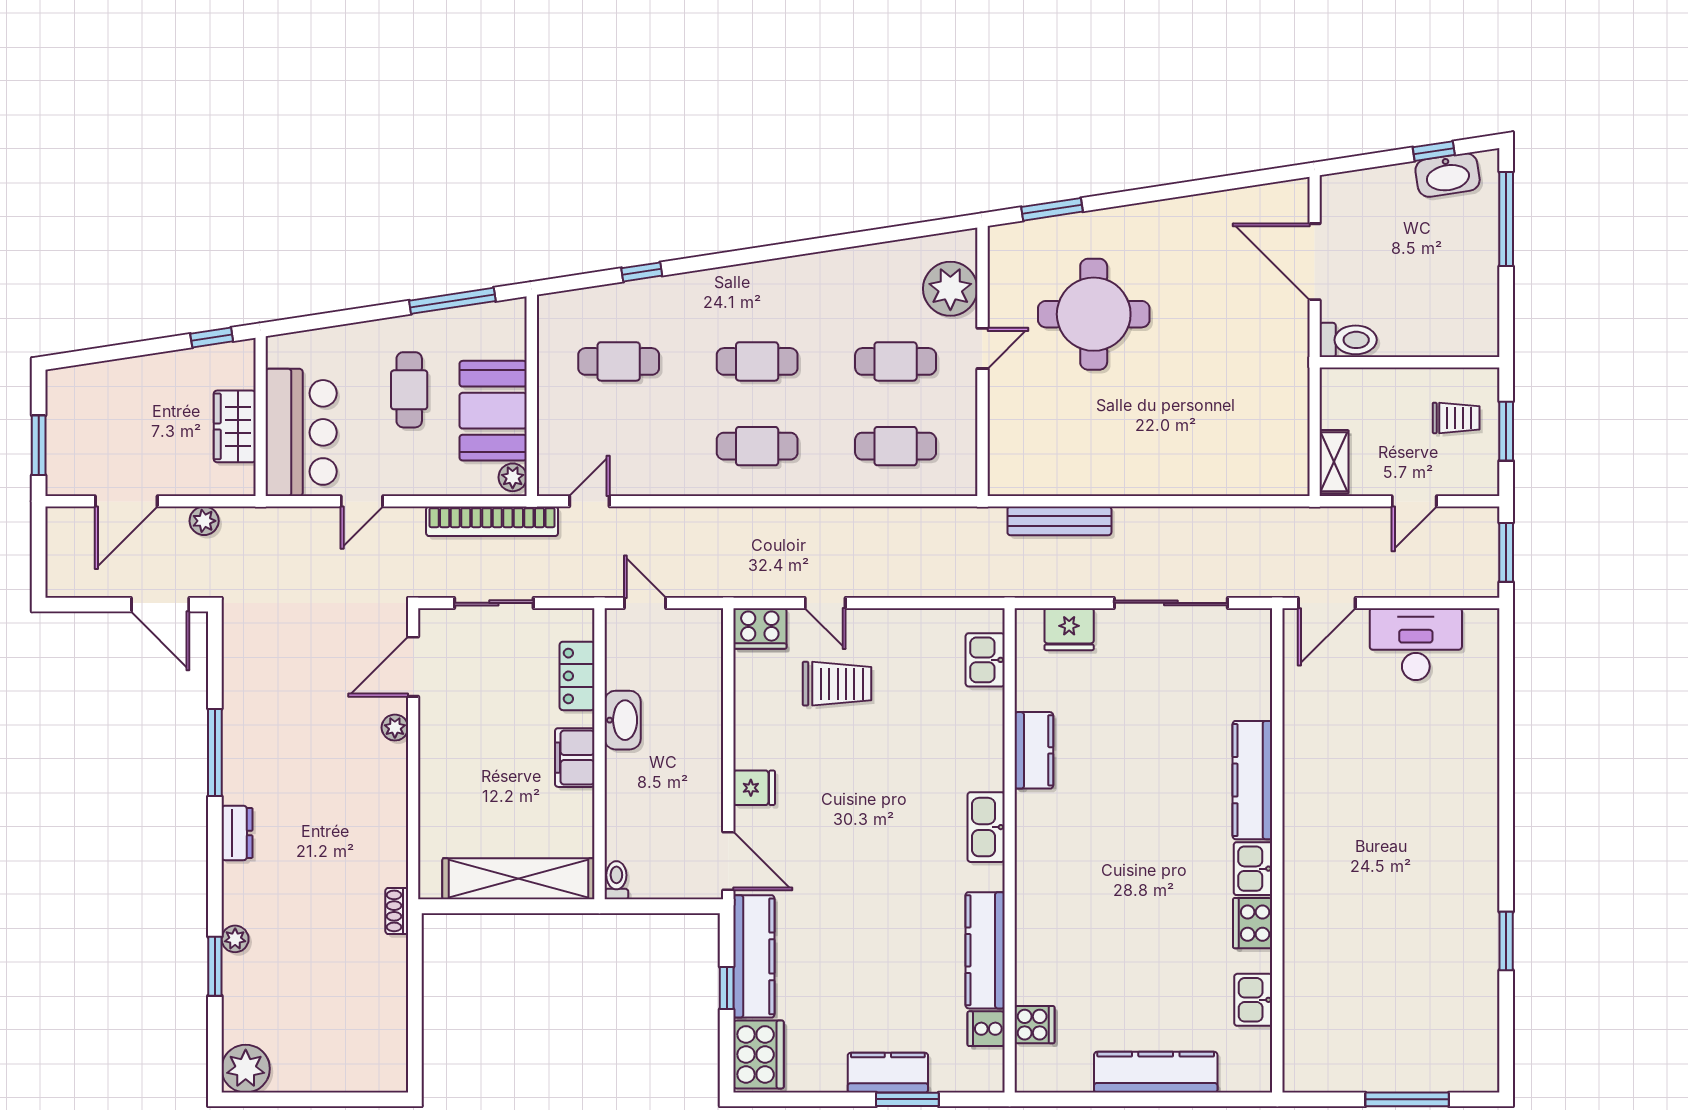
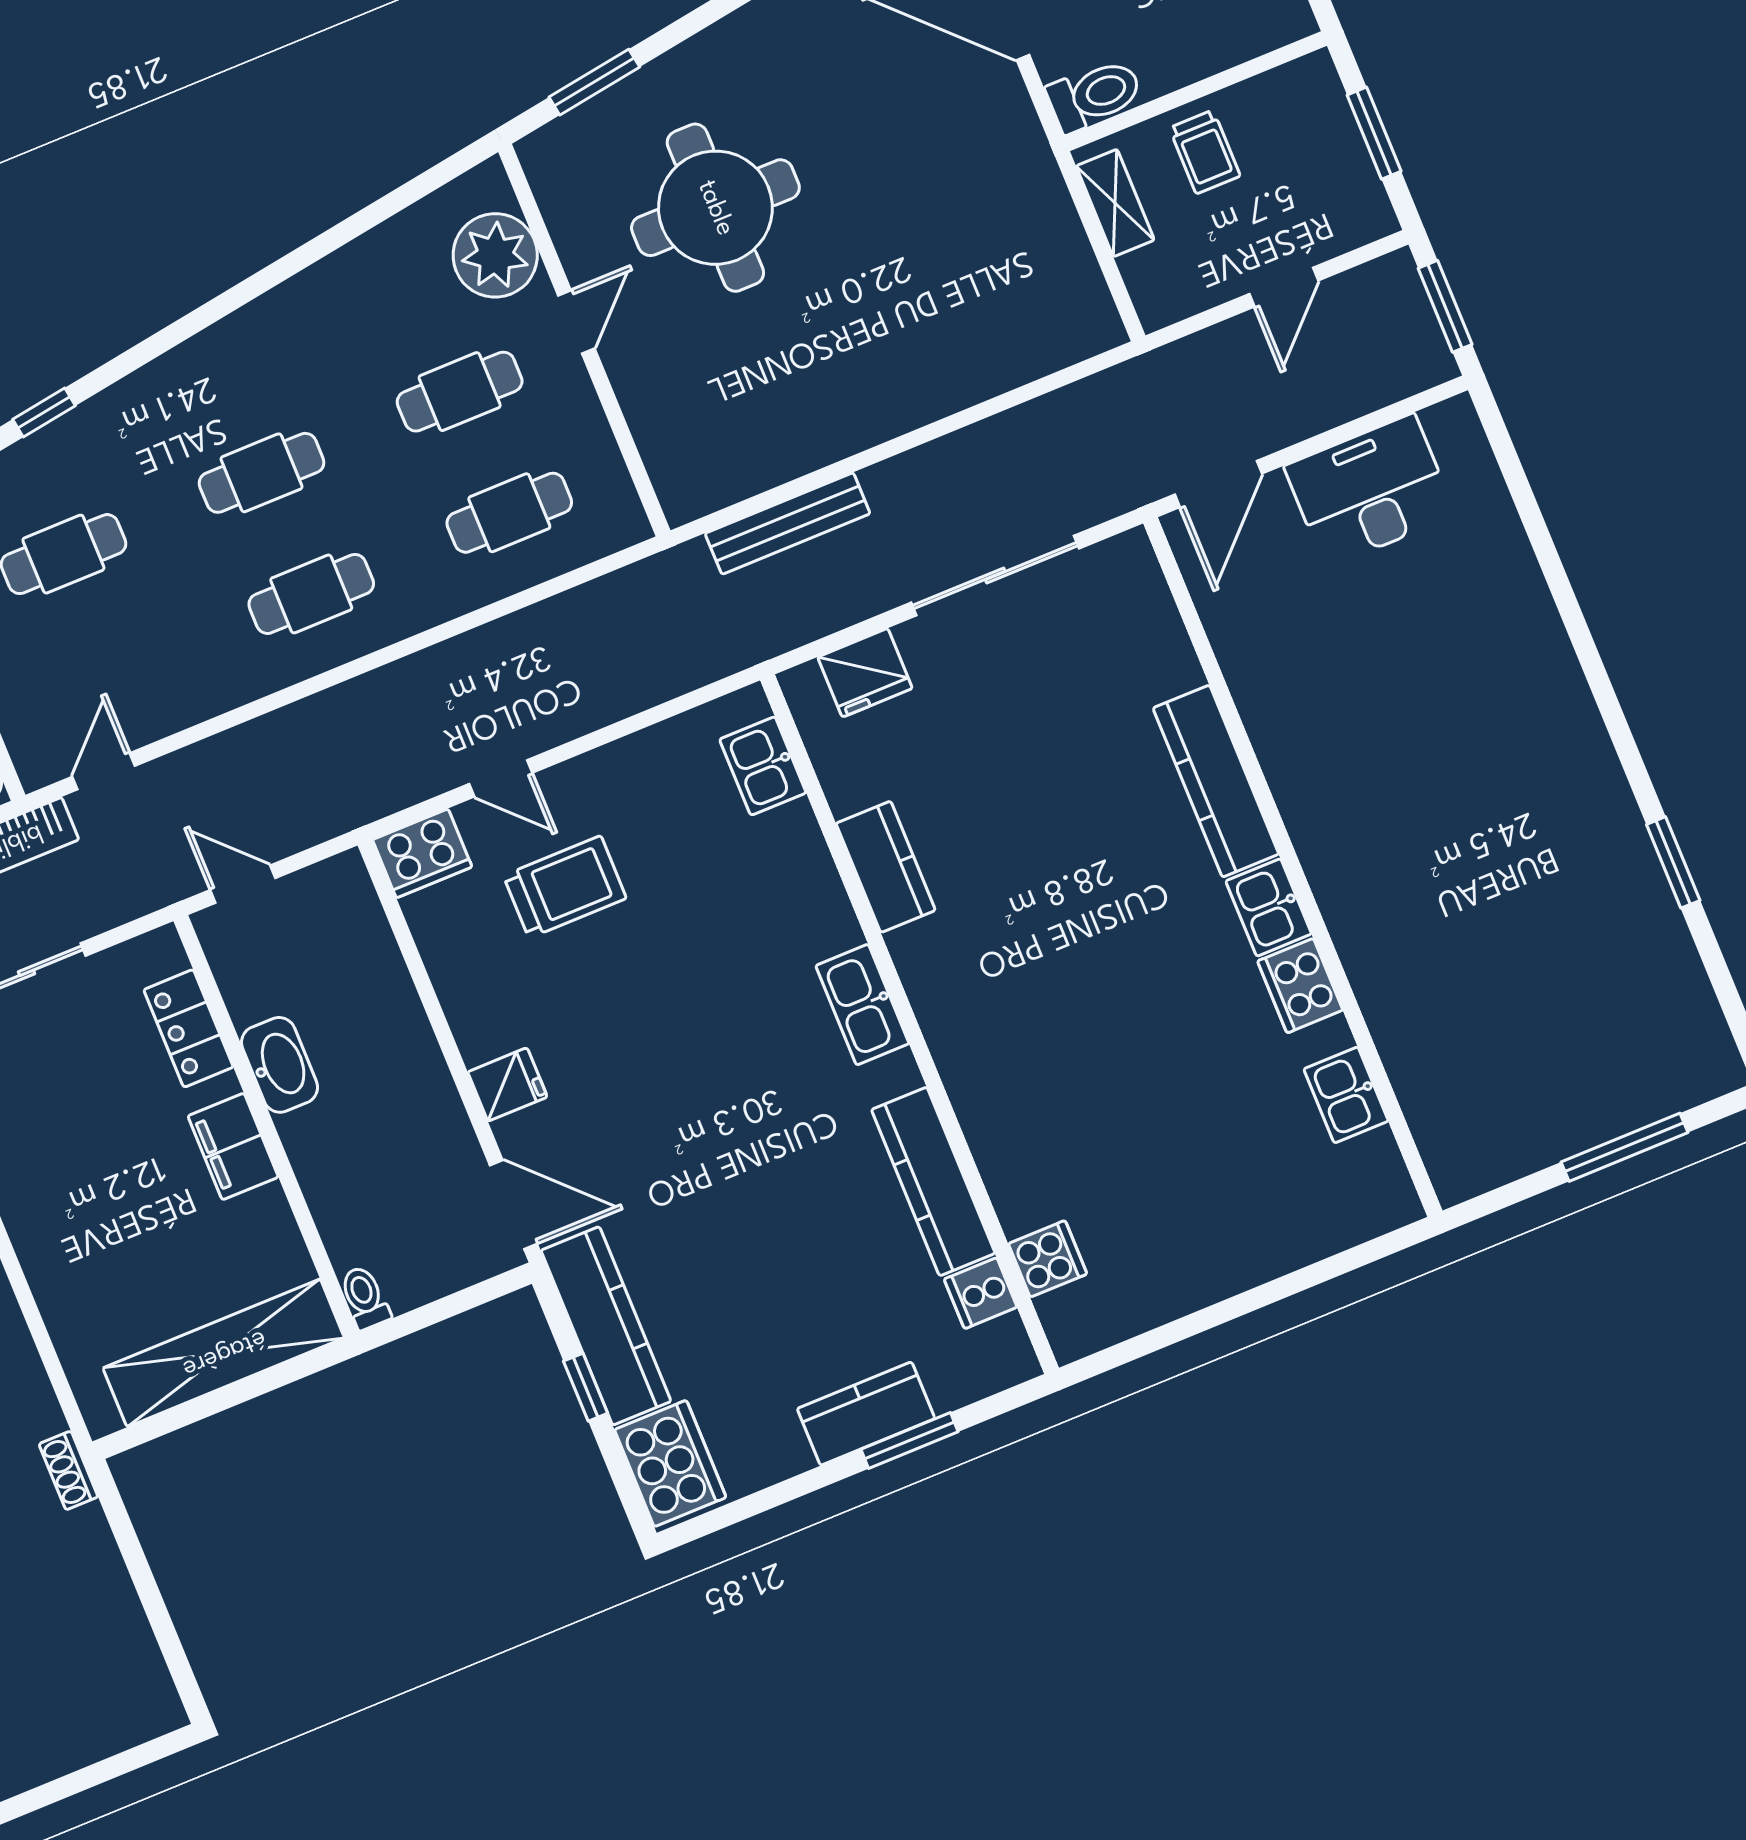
trolley: (1456, 418) -> (1205, 152), moved, turned 90
shelving: (1334, 462) -> (1115, 203), moved
kitchen counter: (1156, 1072) -> (1249, 1256), removed

